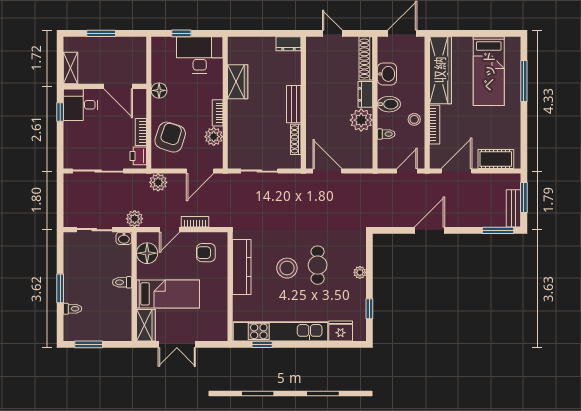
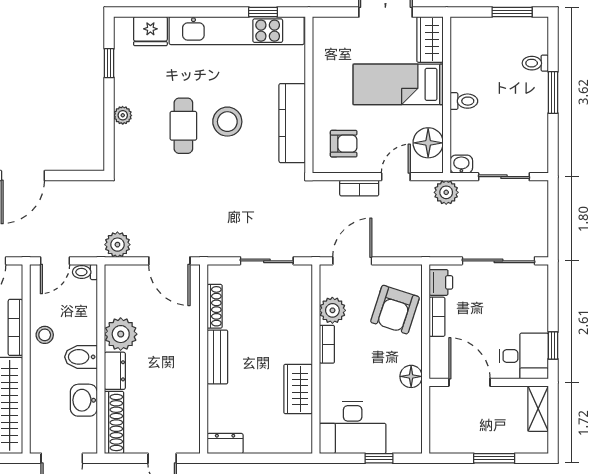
toilet: (386, 134) -> (85, 272), moved
plant: (158, 182) -> (117, 245), moved

